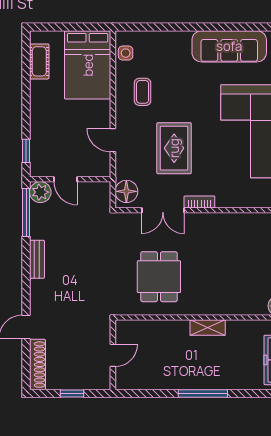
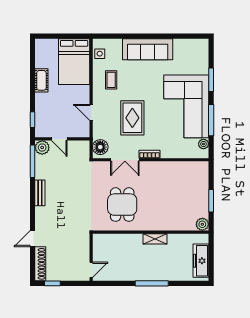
sofa: (229, 46) -> (148, 49), moved
cot: (39, 61) -> (41, 80), moved
door: (113, 355) -> (91, 270), moved
window: (72, 394) -> (52, 283), moved

